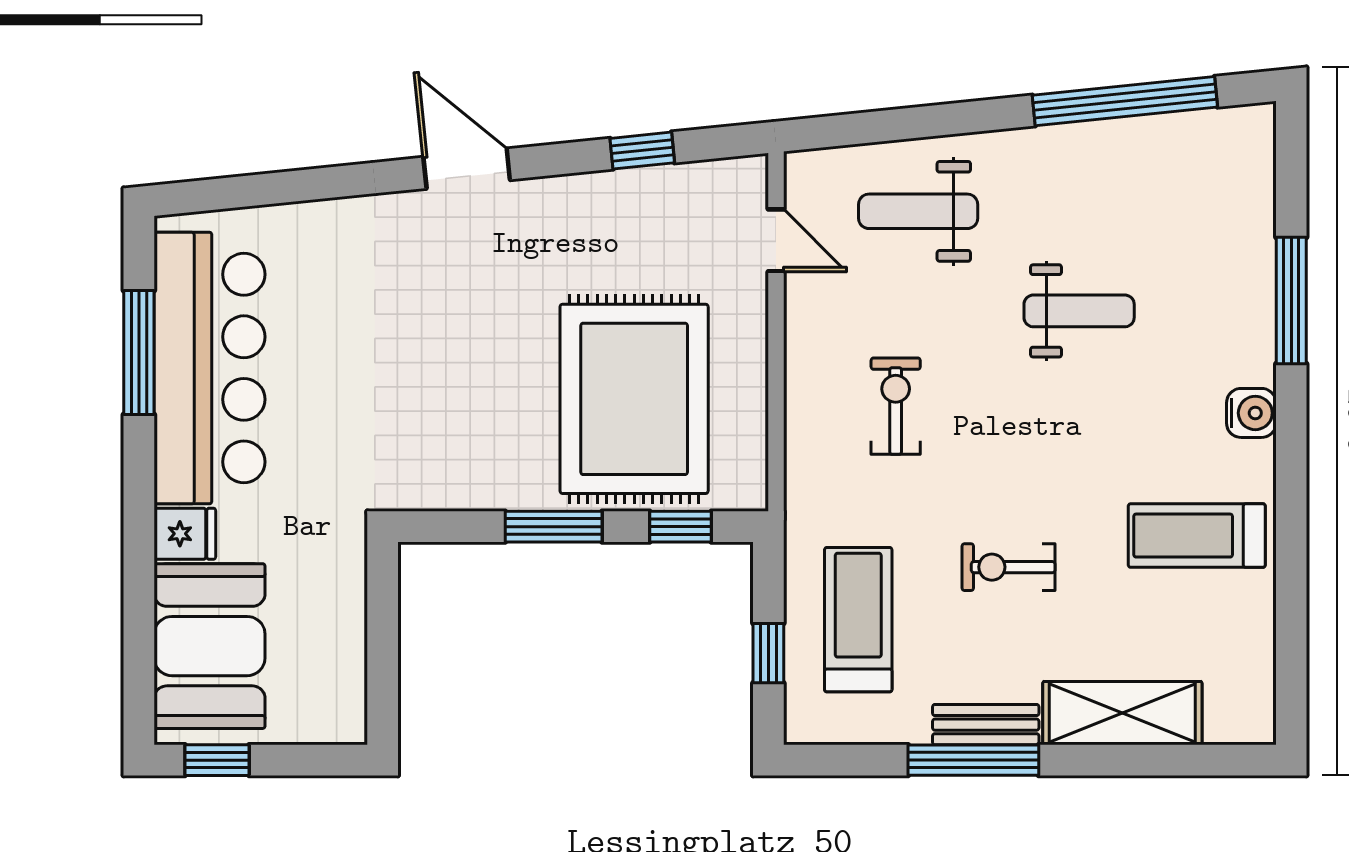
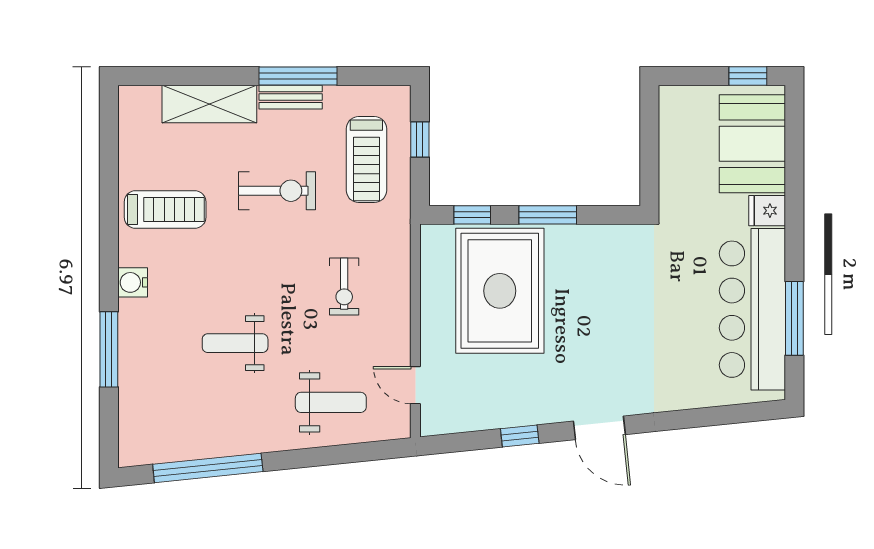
window: (642, 151) -> (520, 436), moved
exercise bike: (1009, 567) -> (277, 191), width x1.38, depth x1.39

